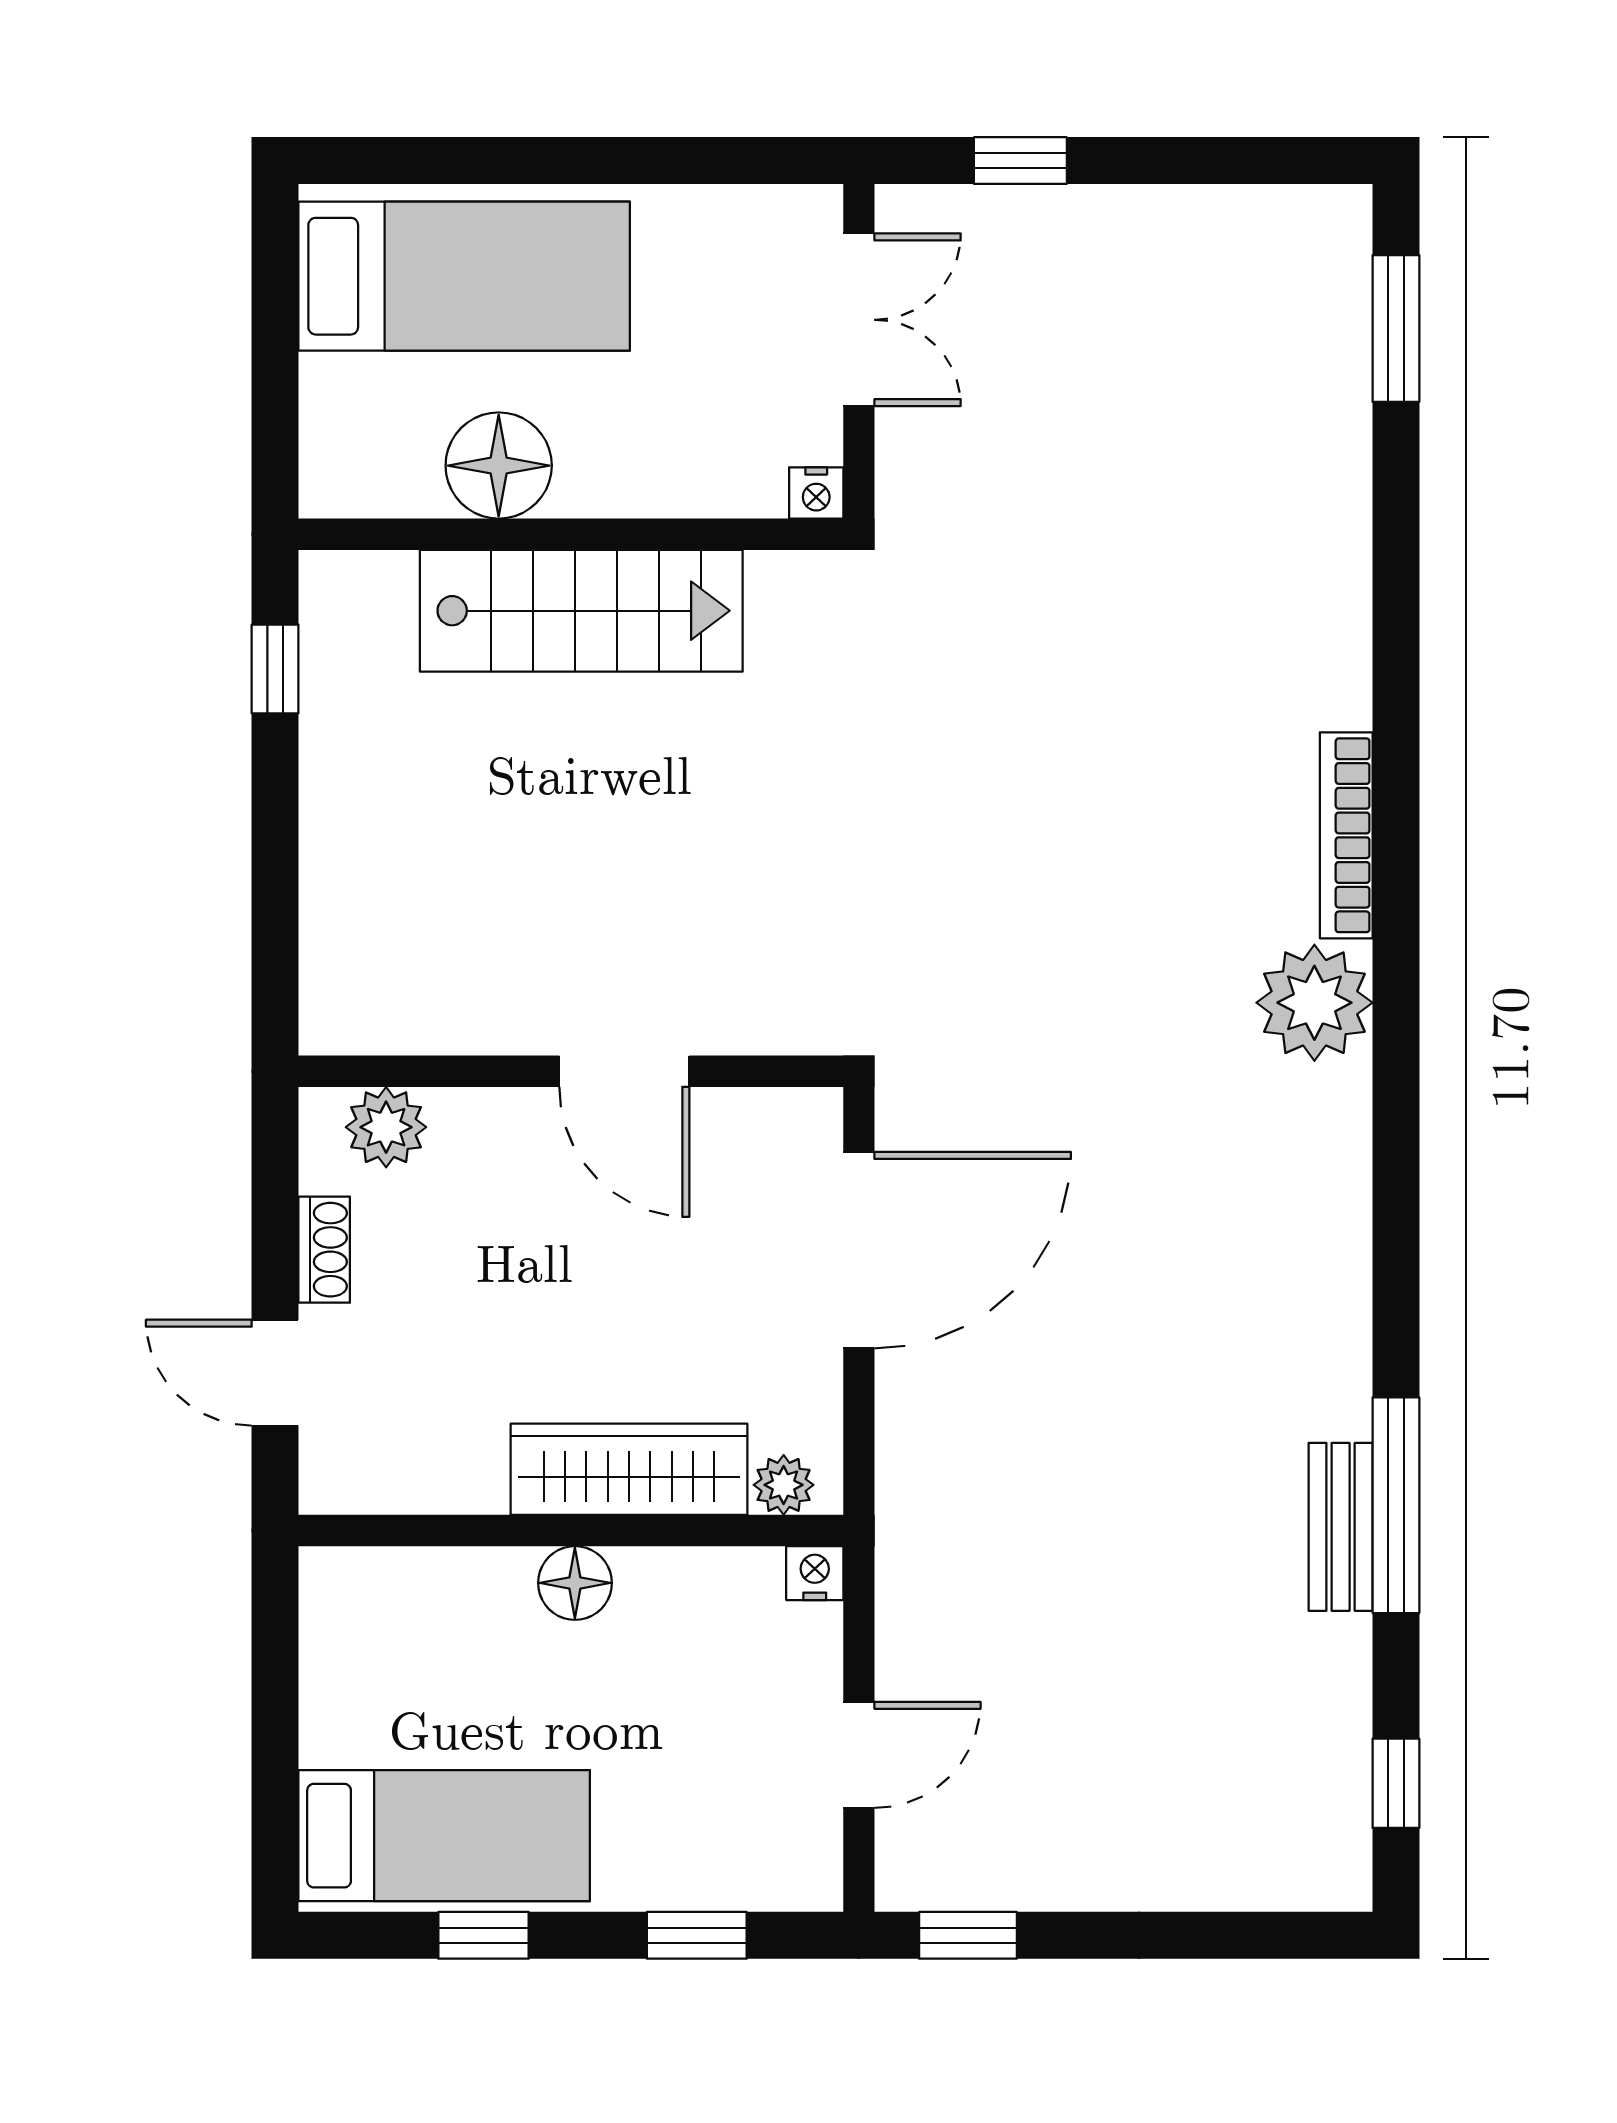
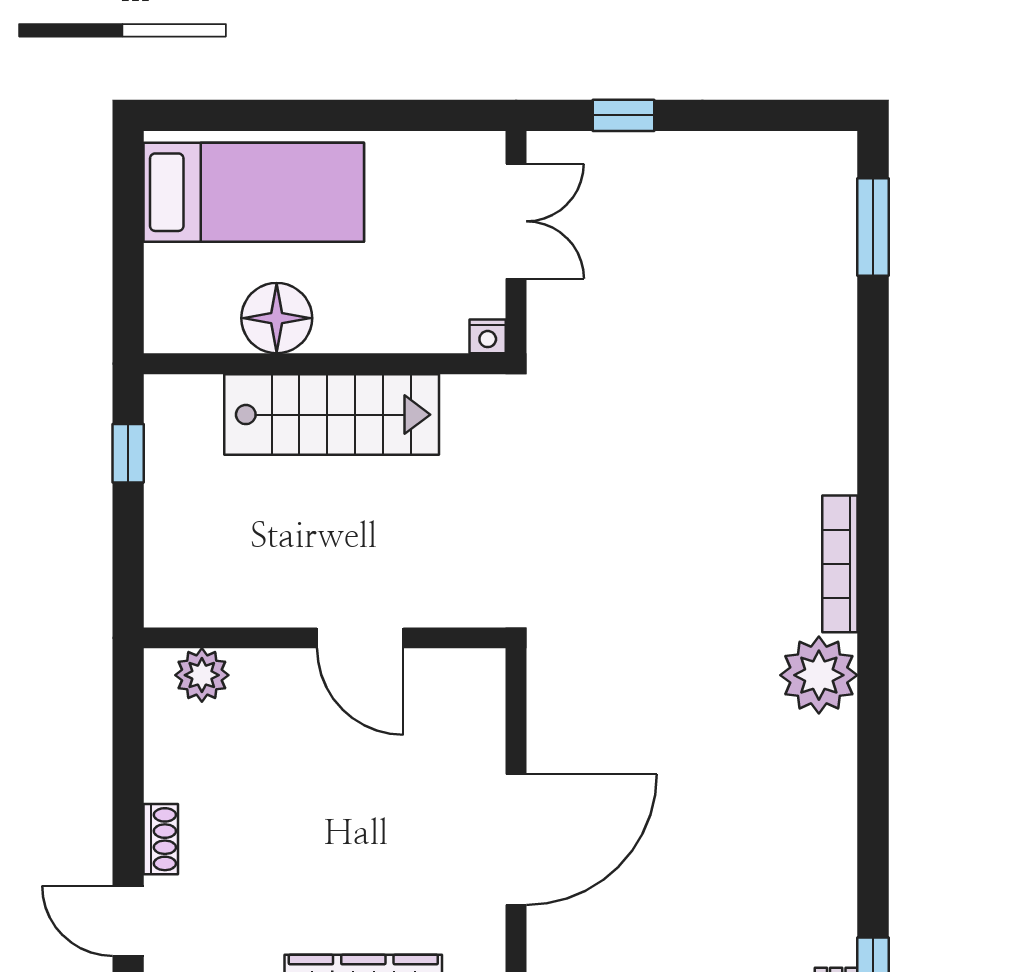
wall: (571, 1071) -> (325, 638), moved
door: (624, 1071) -> (360, 638), moved
plant: (386, 1127) -> (202, 675), moved

